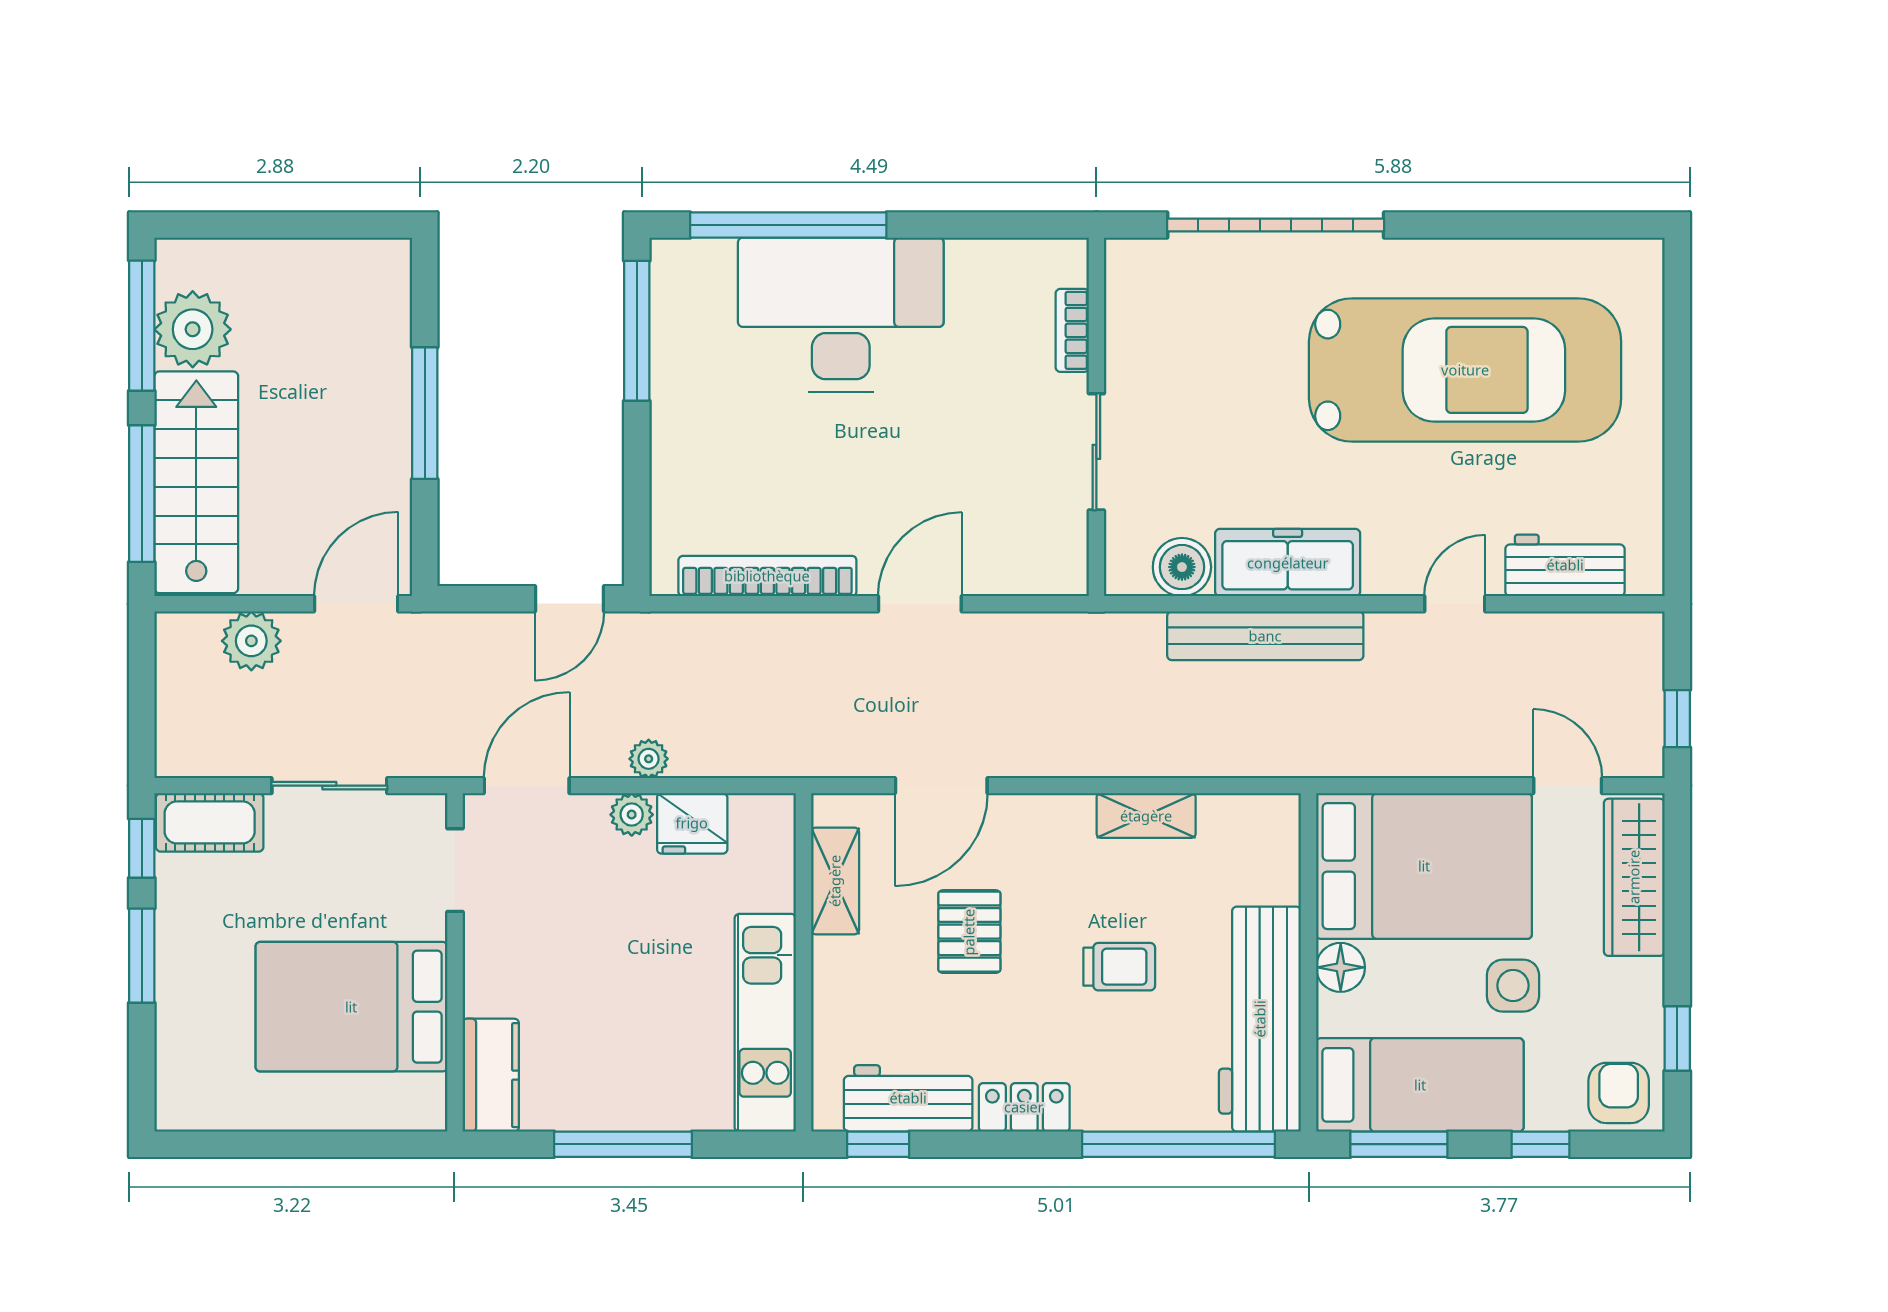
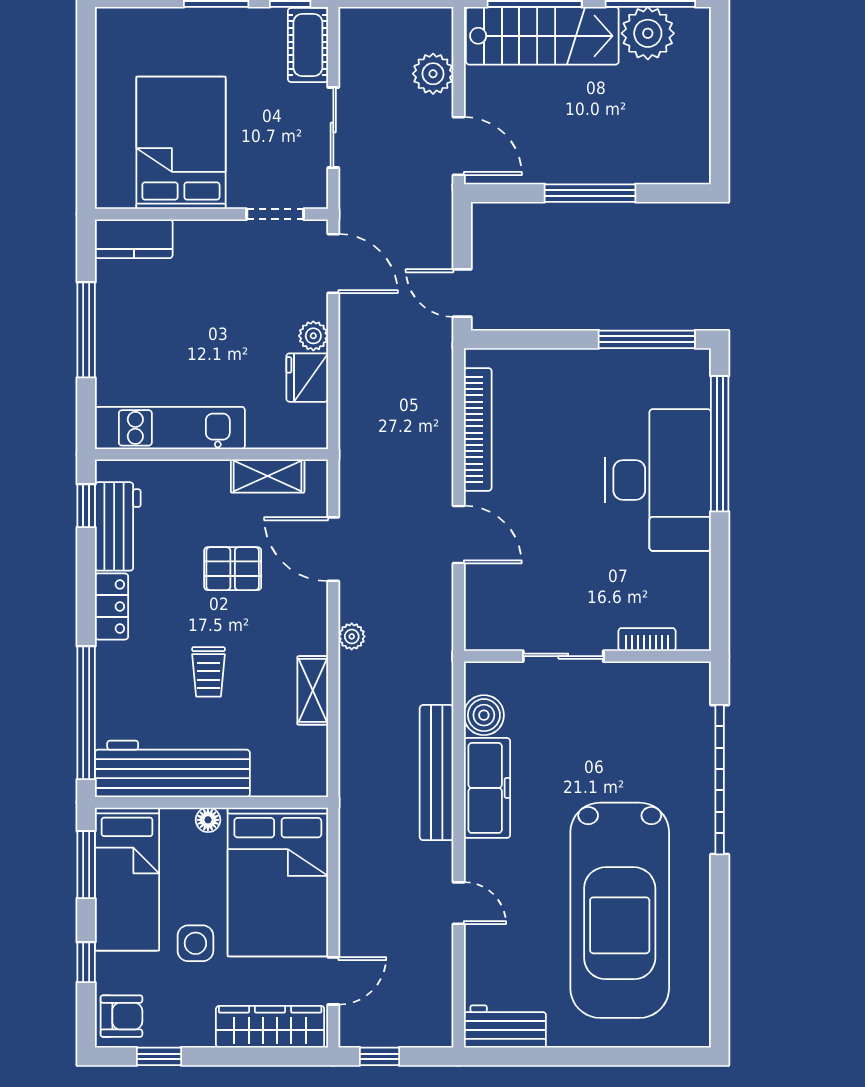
workbench: (1565, 565) -> (505, 1027), moved, turned -90
plant: (649, 759) -> (352, 636), moved
floor lamp: (1341, 967) -> (208, 820), width x0.73, depth x0.73

